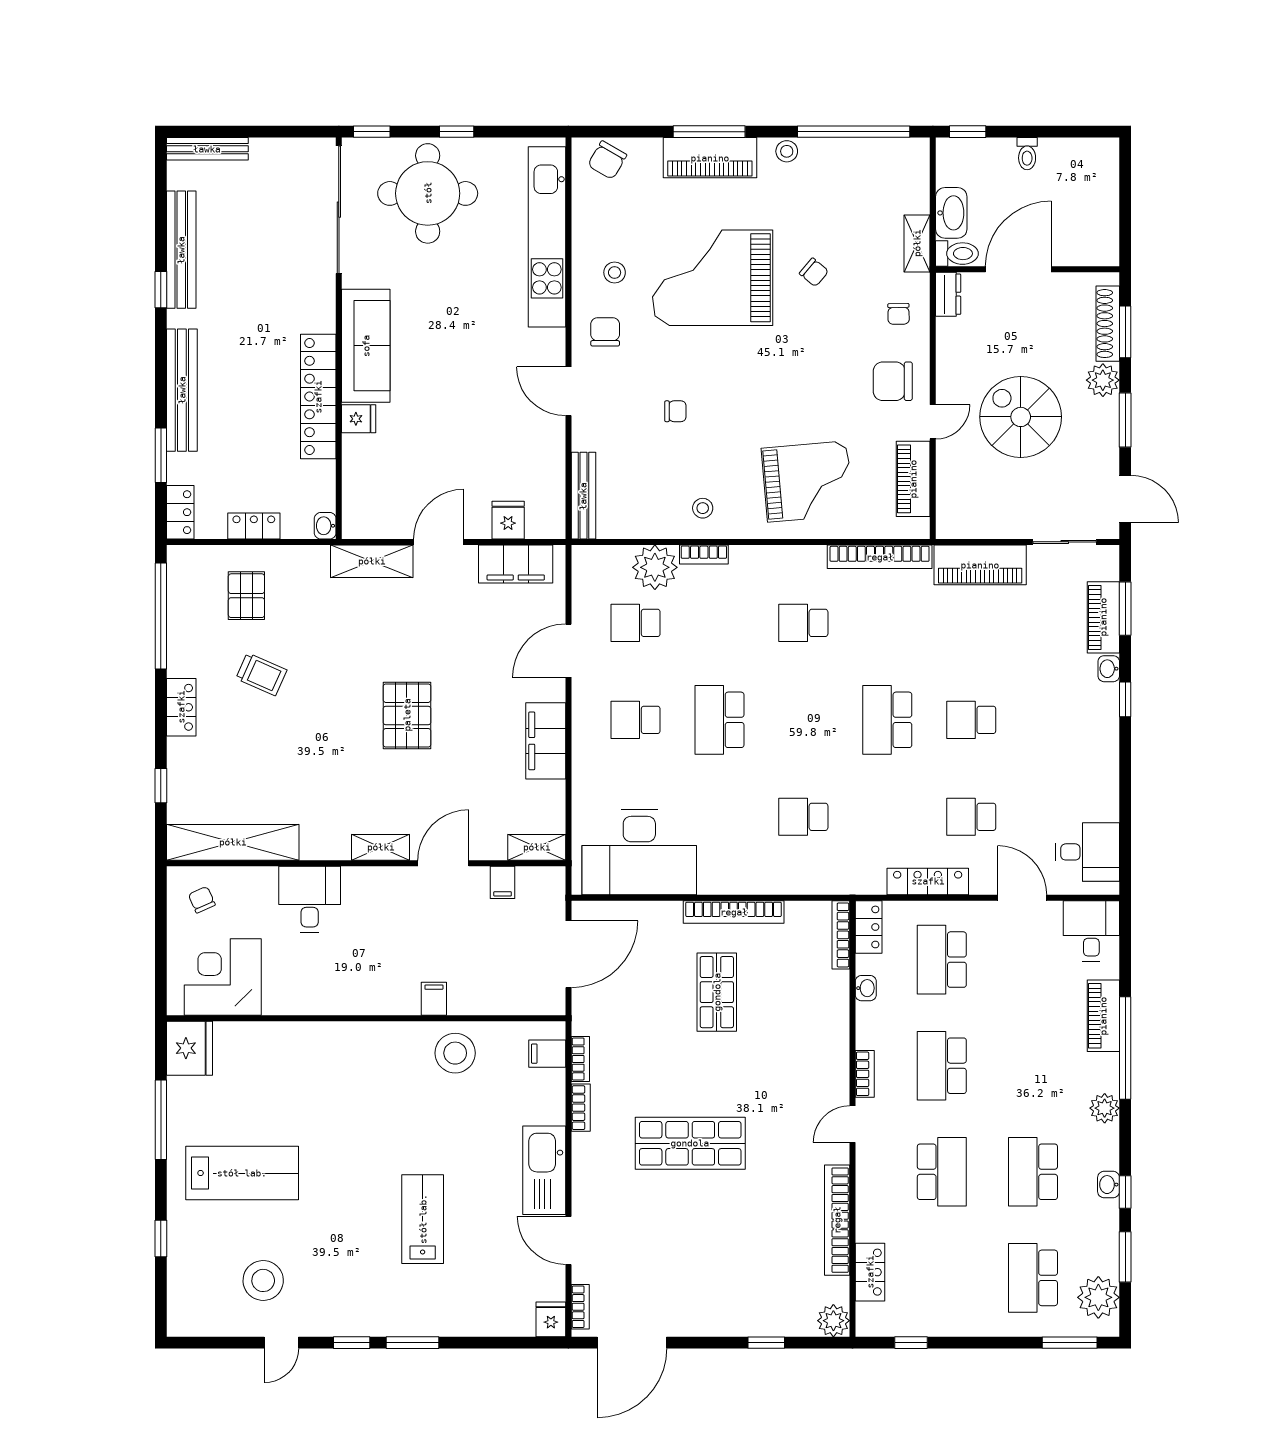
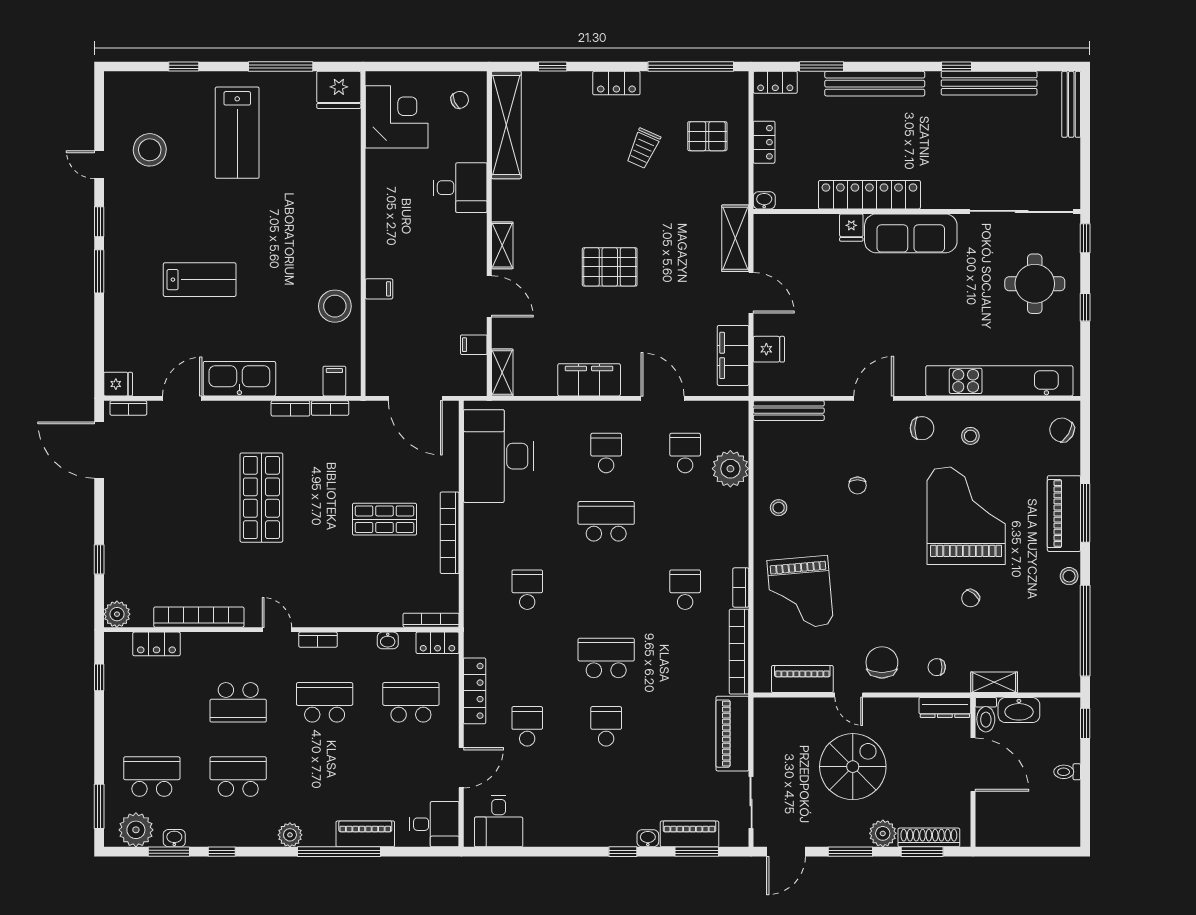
round table: (428, 193) -> (1035, 284), width x0.73, depth x0.73
dresser: (948, 294) -> (945, 707), width x1.44
bookcase: (704, 555) -> (741, 588), moved
washbasin: (1109, 1185) -> (174, 838), moved

